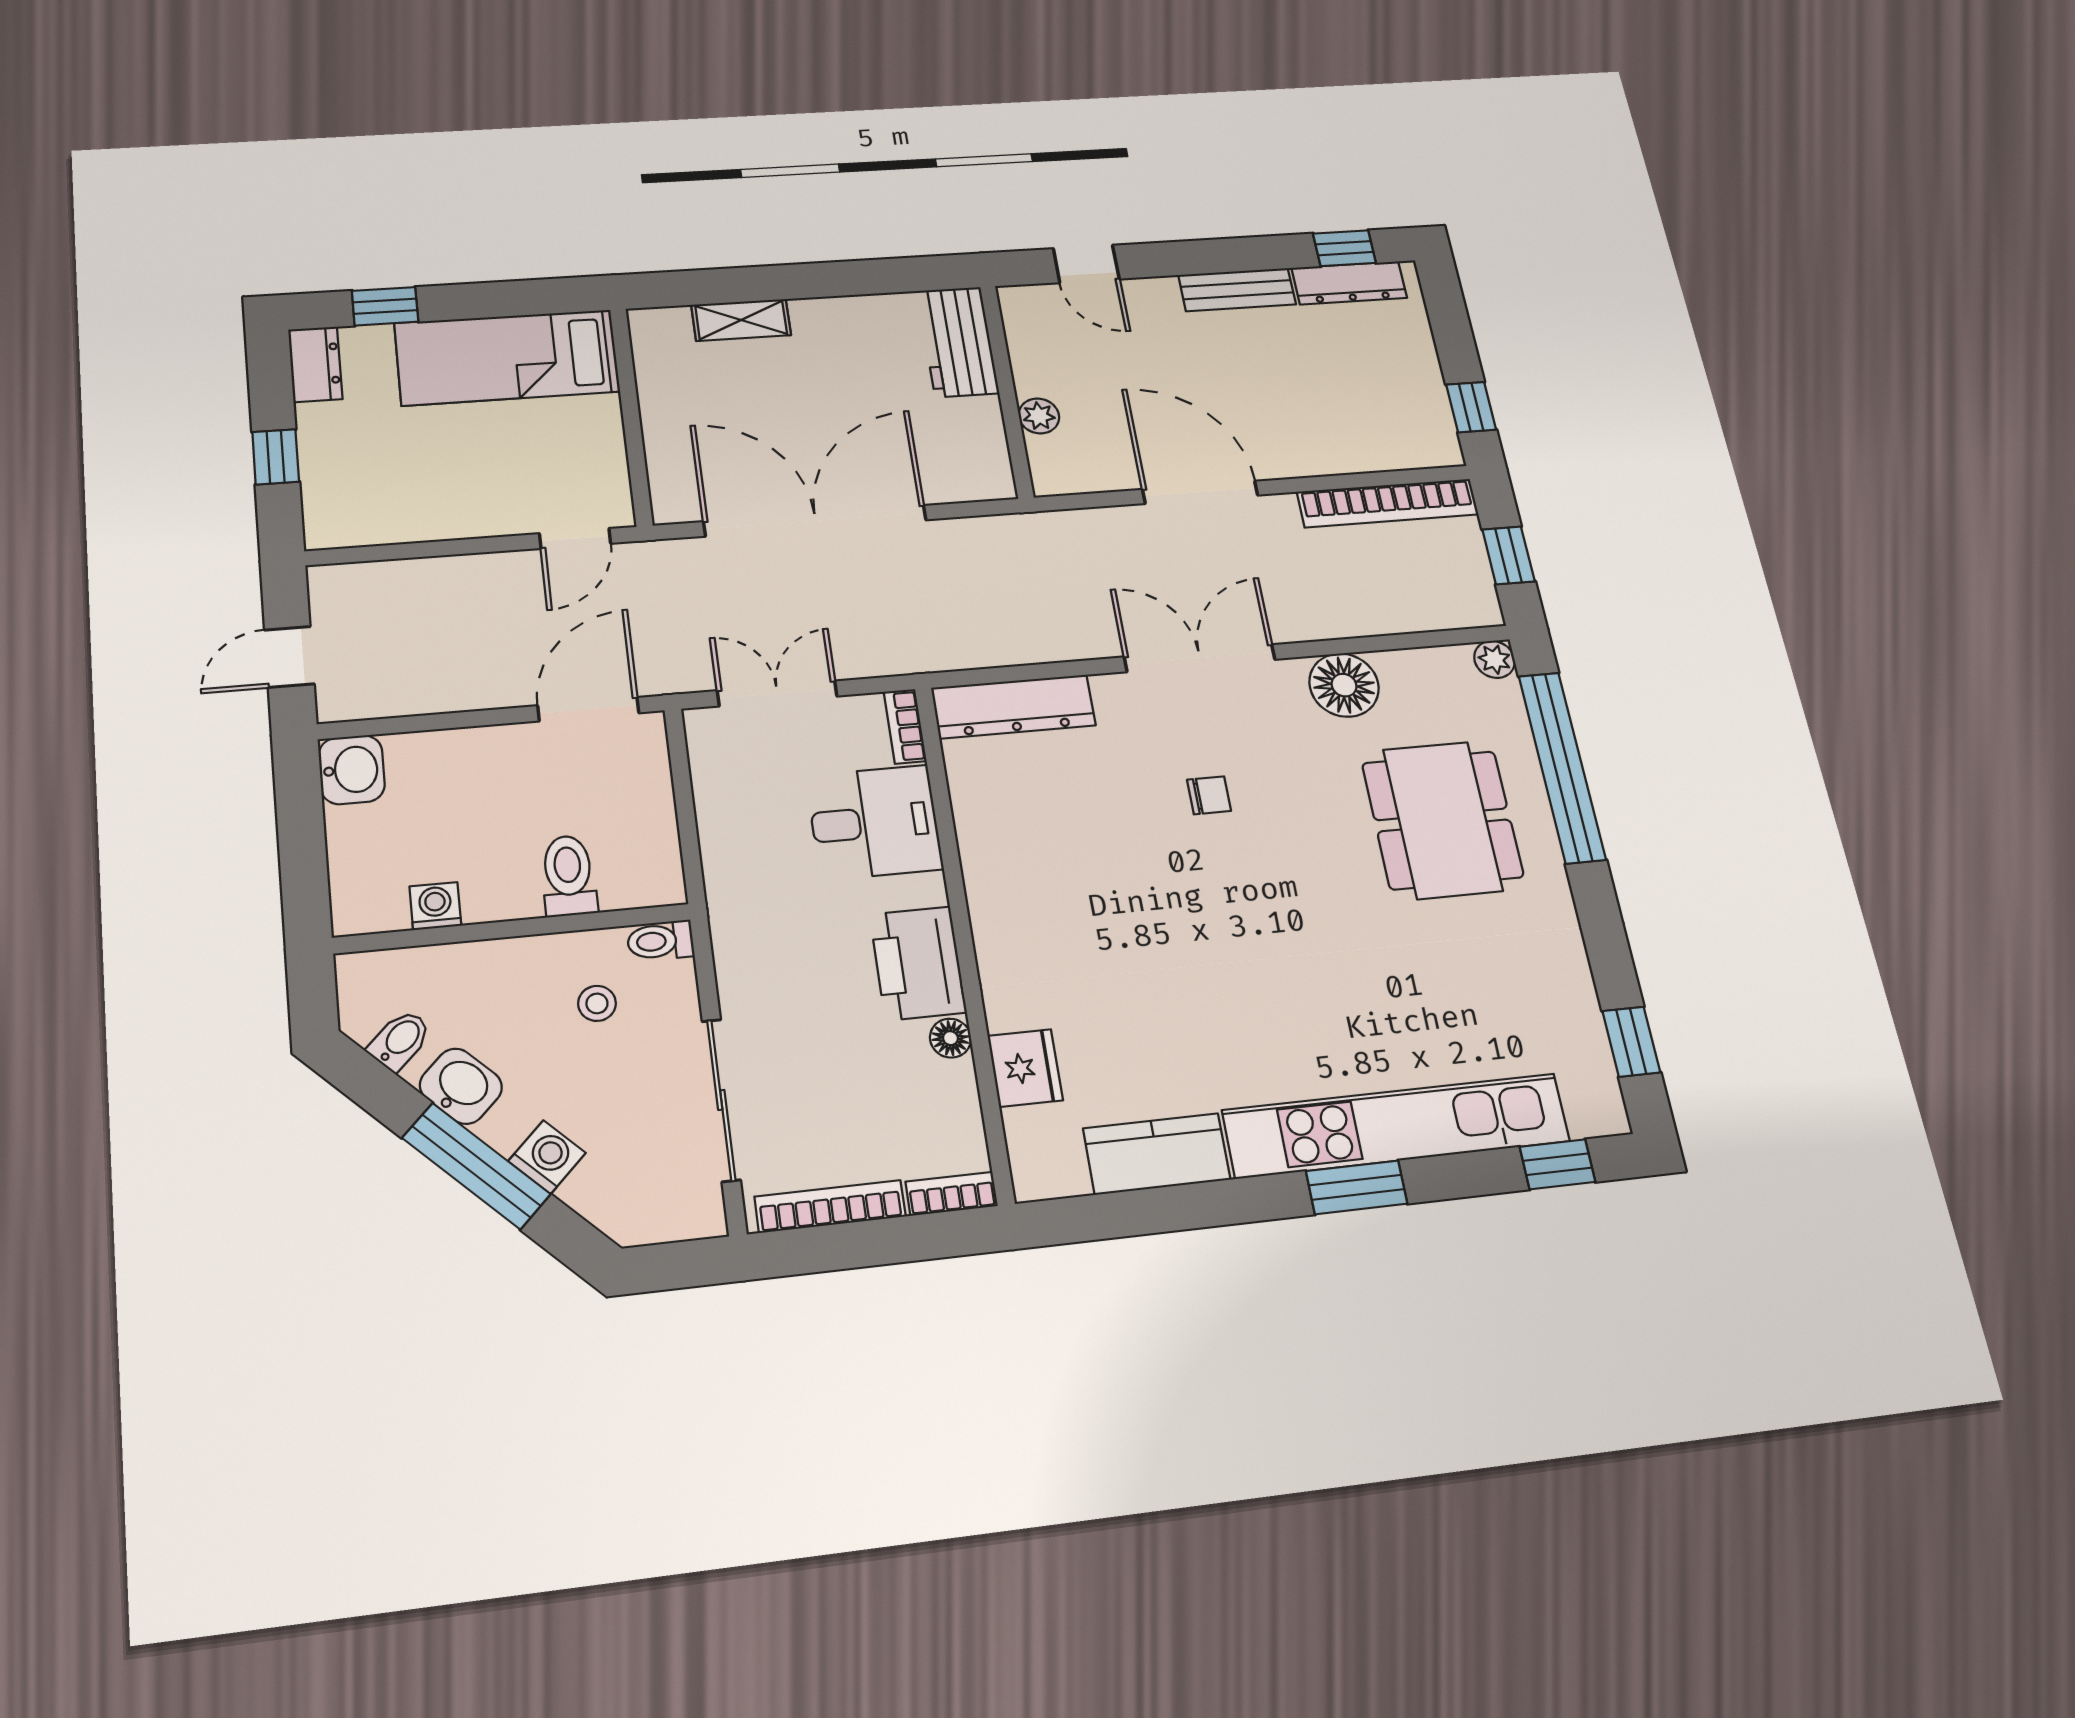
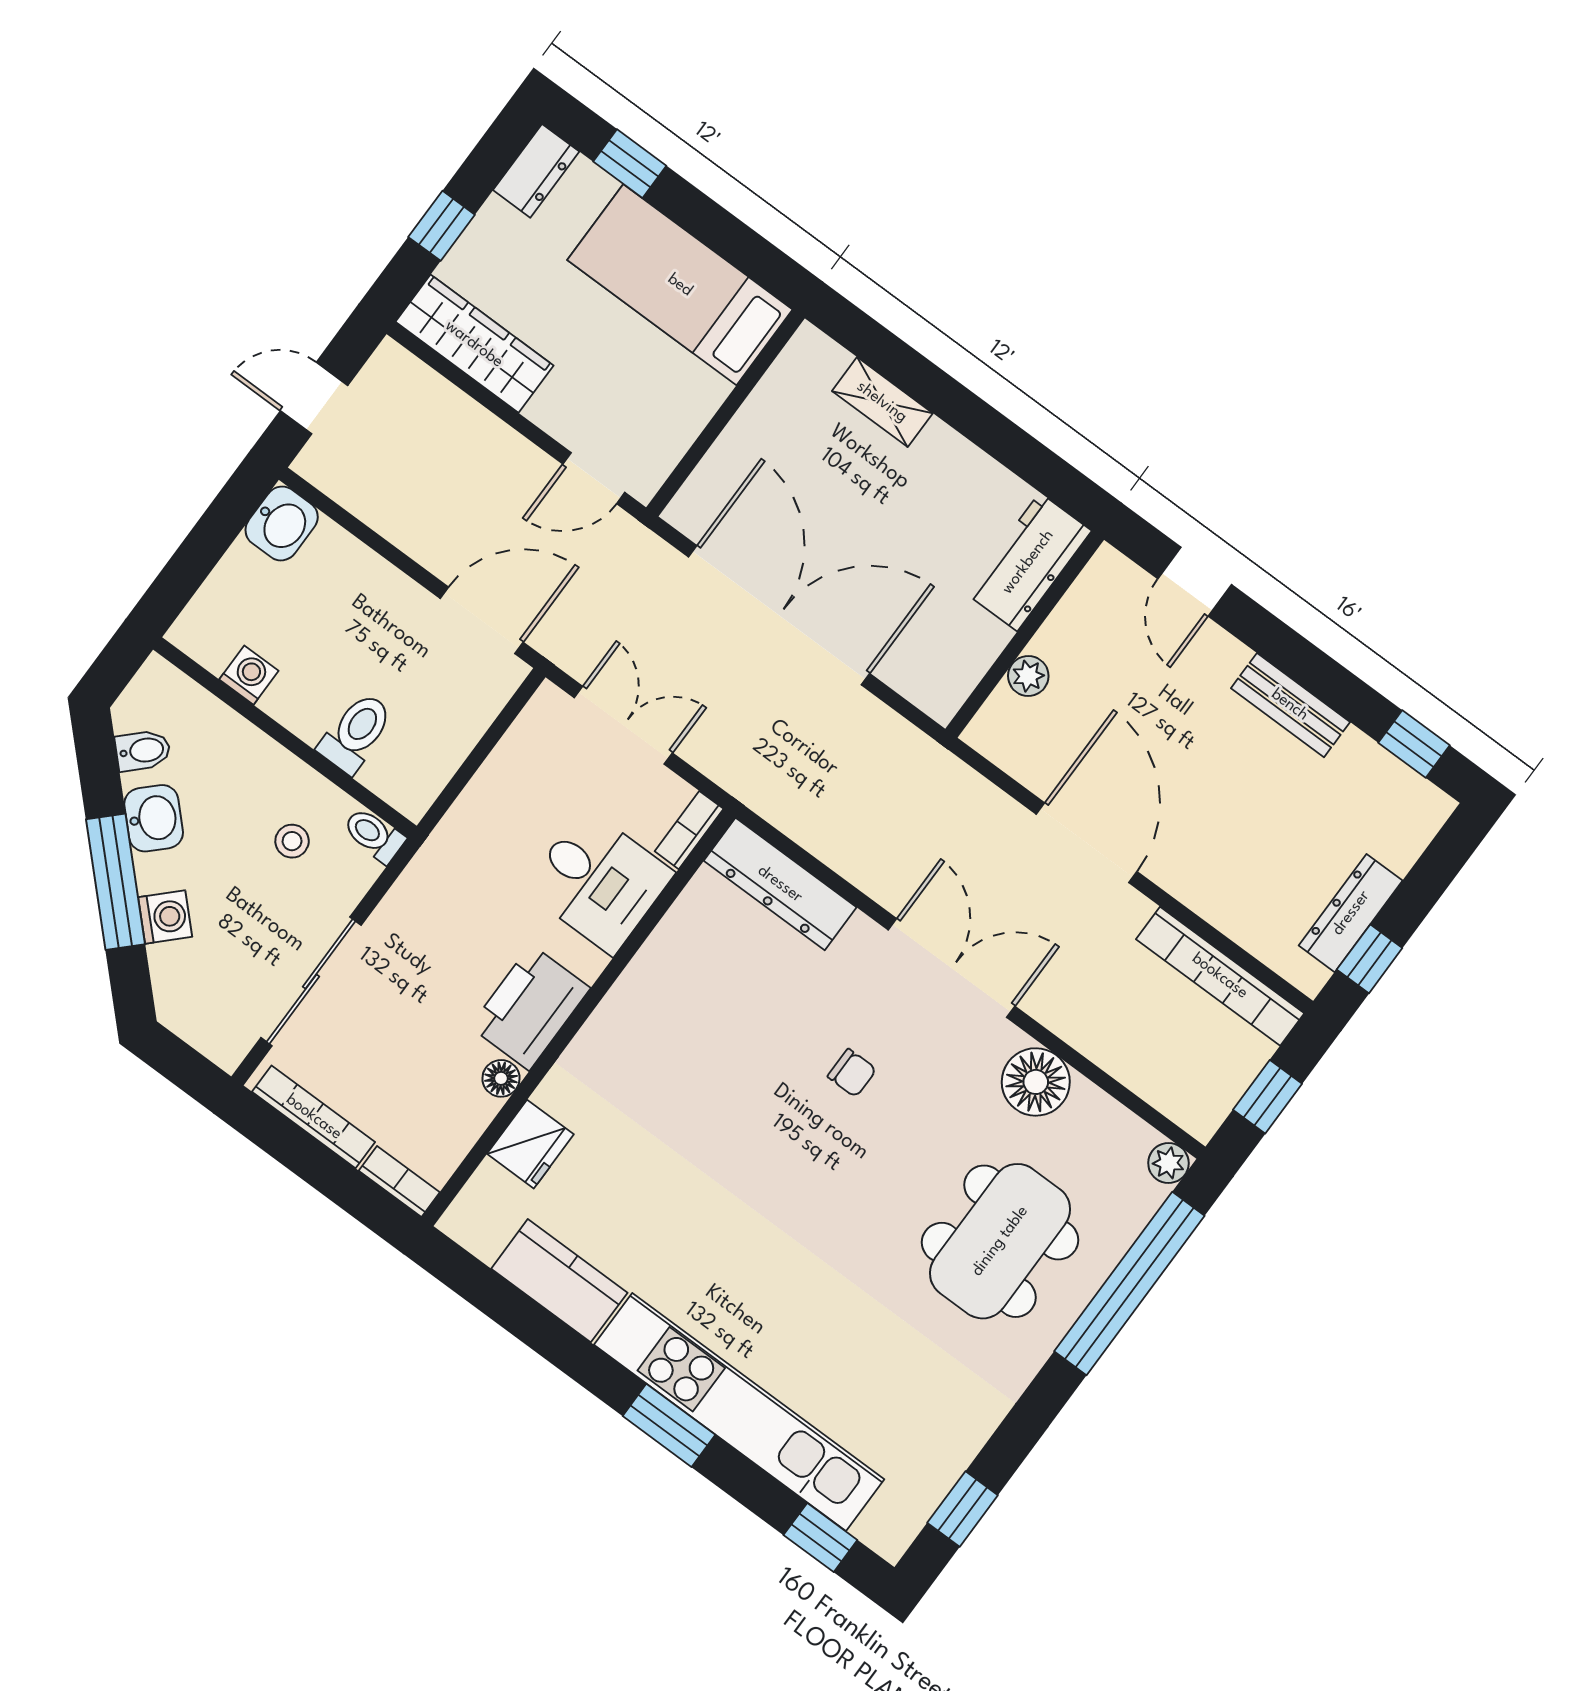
dresser: (1349, 283) -> (1351, 913), moved, turned 90
wardrobe: (385, 518) -> (474, 344), added

